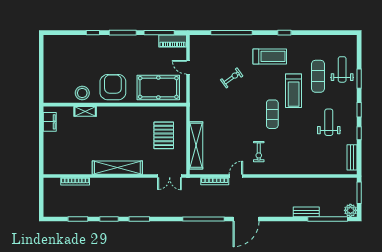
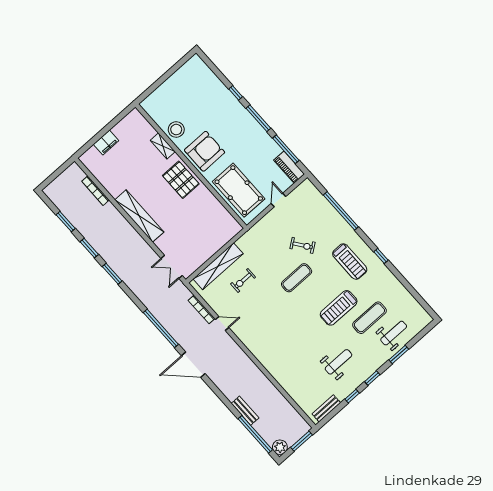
exercise mat: (272, 114) -> (297, 278), moved
filing cabinet: (50, 122) -> (106, 143), moved
pallet: (164, 135) -> (181, 180), moved, turned 90
exercise bike: (259, 152) -> (243, 280), moved

